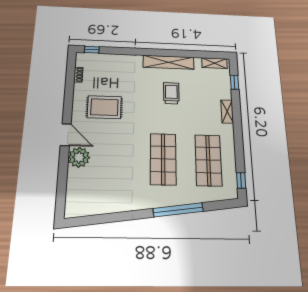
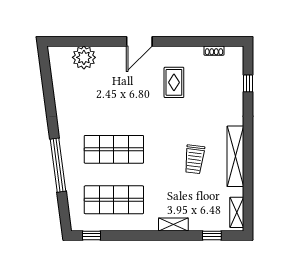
window: (92, 50) -> (248, 83), moved
trolley: (171, 93) -> (194, 159), turned 97
rug: (104, 107) -> (174, 82), width x0.73, depth x0.70
plant: (79, 157) -> (84, 57), moved

